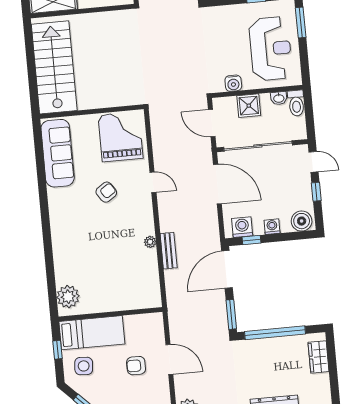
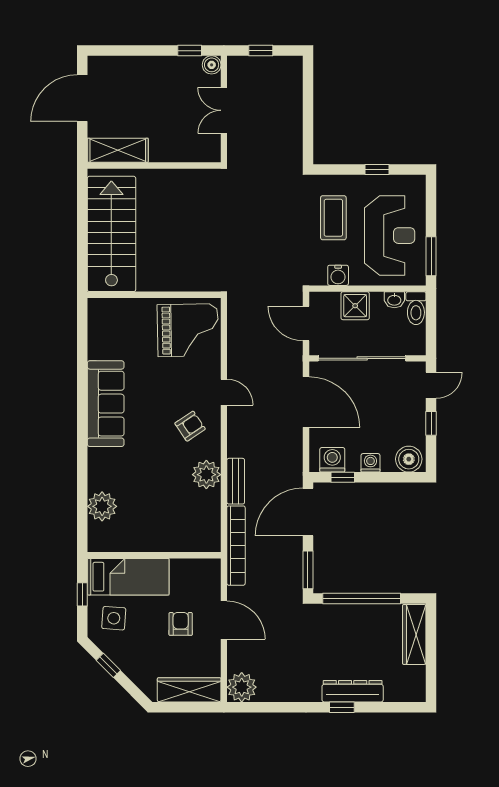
window: (301, 22) -> (431, 256), moved
coffee table: (226, 39) -> (333, 218), added
grand piano: (121, 137) -> (188, 330), turned 89
sofa: (58, 153) -> (106, 404), moved
door: (314, 162) -> (431, 385), hinge flipped
armchair: (106, 192) -> (190, 426), moved
plant: (150, 242) -> (206, 475), width x1.88, depth x1.88
plant: (68, 297) -> (102, 506), moved
bookcase: (173, 301) -> (236, 546), added
wardrobe: (319, 357) -> (414, 634), width x1.50
armchair: (136, 366) -> (181, 624), turned 90

